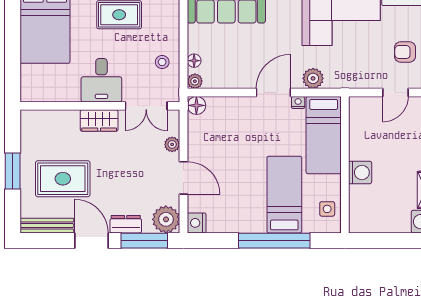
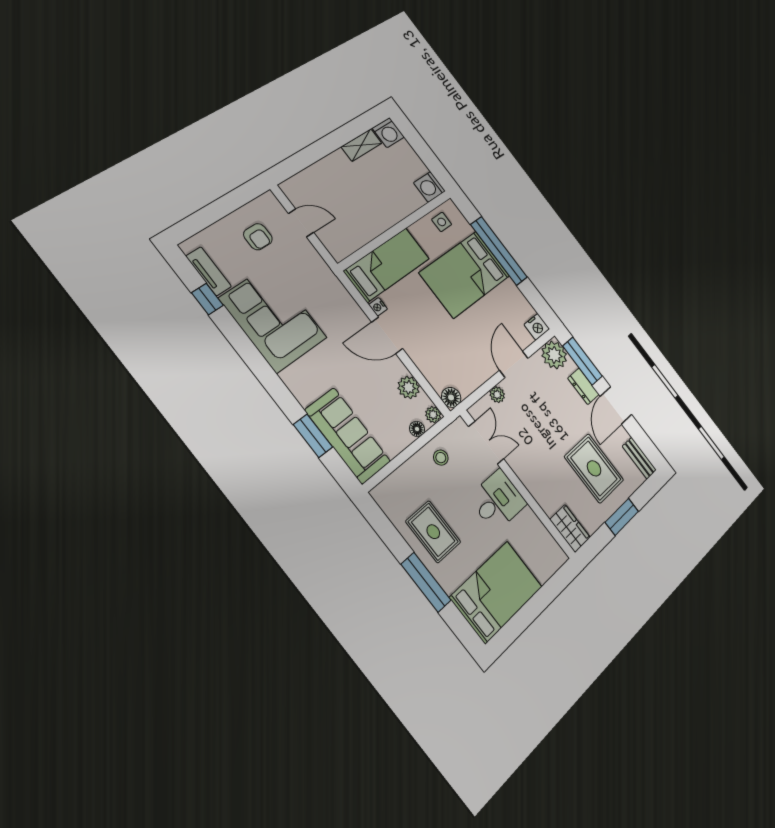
plant: (313, 78) -> (409, 387), moved
wardrobe: (99, 120) -> (570, 528), moved
washing machine: (360, 172) -> (429, 187), moved, turned -90
bed: (284, 195) -> (465, 274), width x1.50
bench: (47, 226) -> (639, 458), width x0.73

